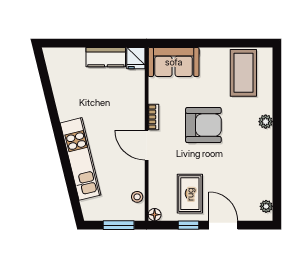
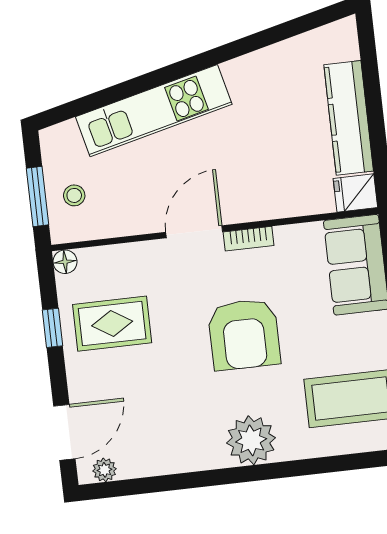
kitchen counter: (106, 57) -> (349, 118), width x1.50
plant: (266, 122) -> (251, 440), width x1.87, depth x1.87
stool: (137, 197) -> (74, 195), moved
door: (223, 225) -> (64, 432), moved

